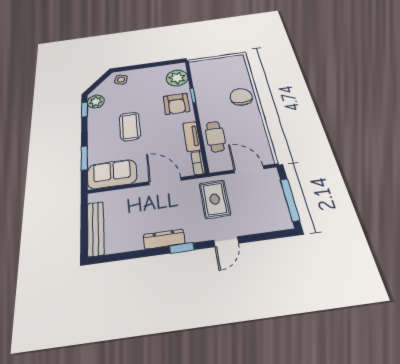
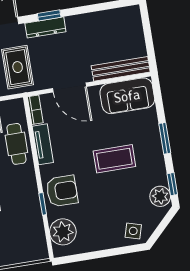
armchair: (176, 104) -> (62, 191), turned 90
coffee table: (130, 126) -> (114, 159), turned 90
window: (84, 158) -> (165, 138), moved
bench: (96, 228) -> (121, 69), moved, turned 90
dresser: (164, 239) -> (45, 27), moved

